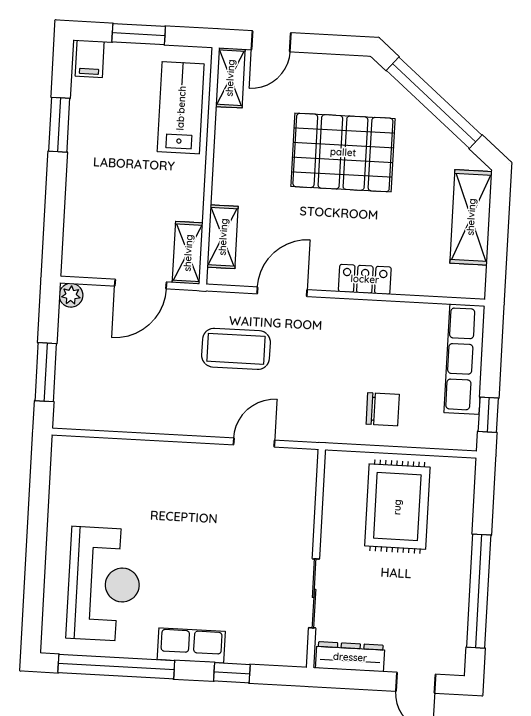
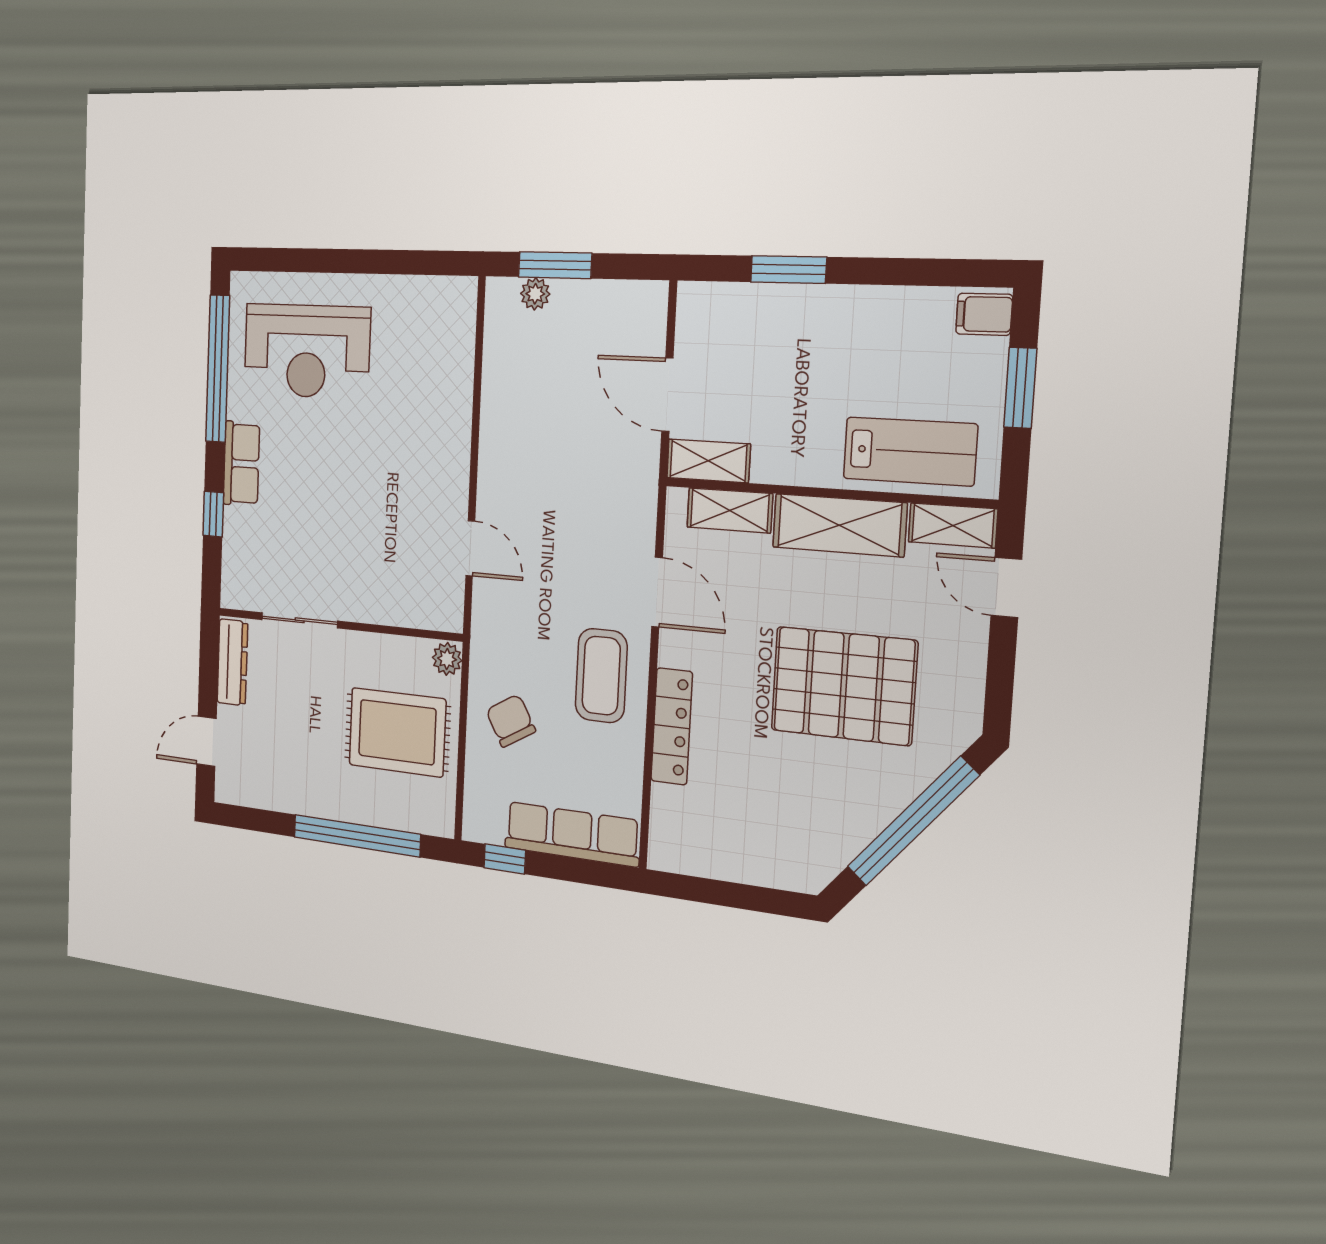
window: (59, 125) -> (788, 270), moved
pallet: (343, 152) -> (844, 686), turned 90
shelving: (471, 217) -> (839, 525), moved
locker: (365, 279) -> (672, 726), width x1.53
plant: (71, 295) -> (535, 294), moved
coffee table: (236, 349) -> (601, 676), moved
chair: (383, 409) -> (511, 721), turned 150
plant: (339, 463) -> (447, 659), added
window: (479, 591) -> (357, 836), moved

